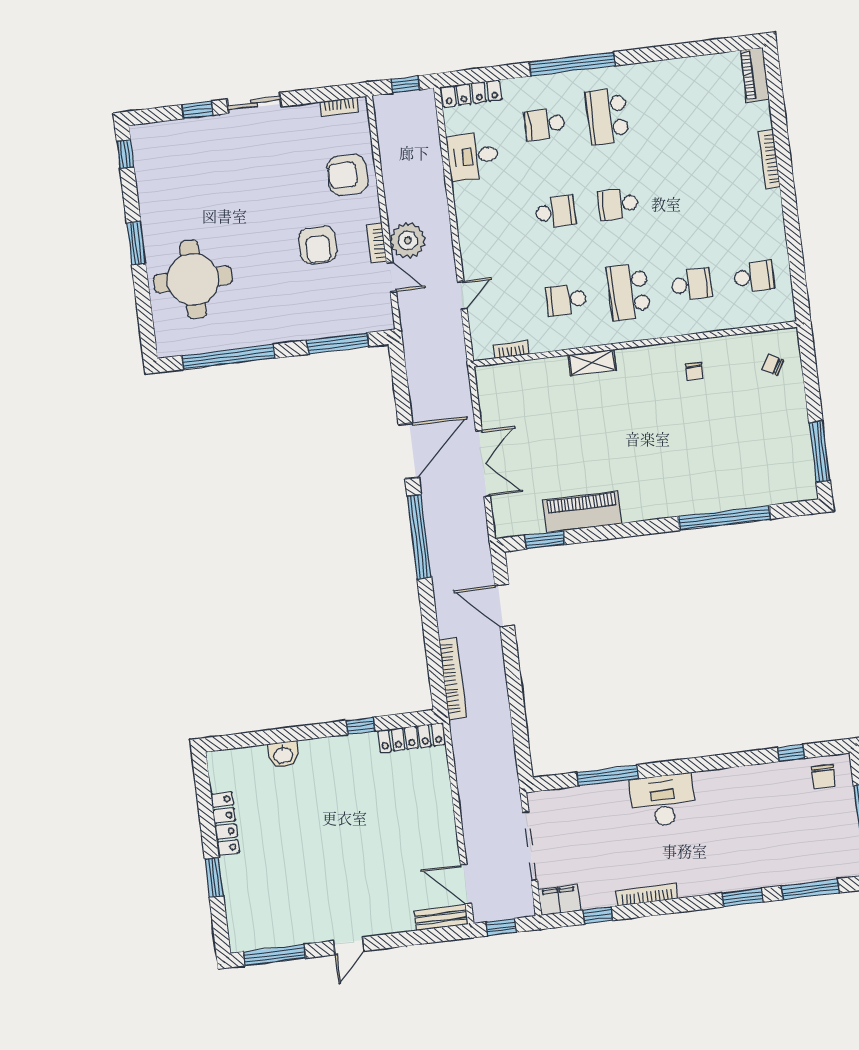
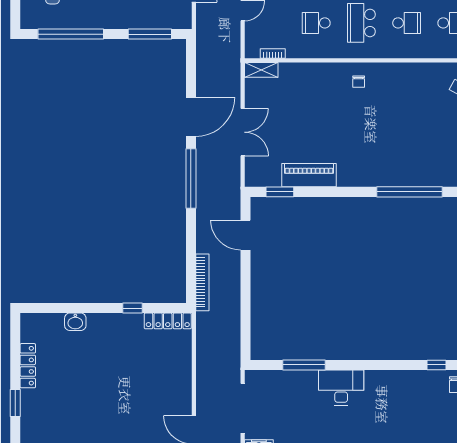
shelving: (592, 363) -> (261, 70), moved
chair: (695, 371) -> (359, 82), moved

